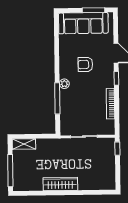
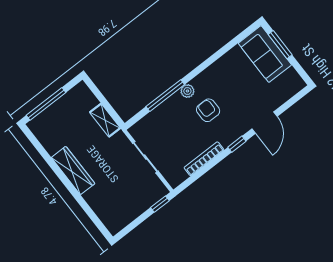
window: (93, 10) -> (280, 45), moved
sofa: (83, 23) -> (265, 54), width x0.73
armchair: (85, 64) -> (208, 110), moved
shelving: (24, 144) -> (105, 120), moved

